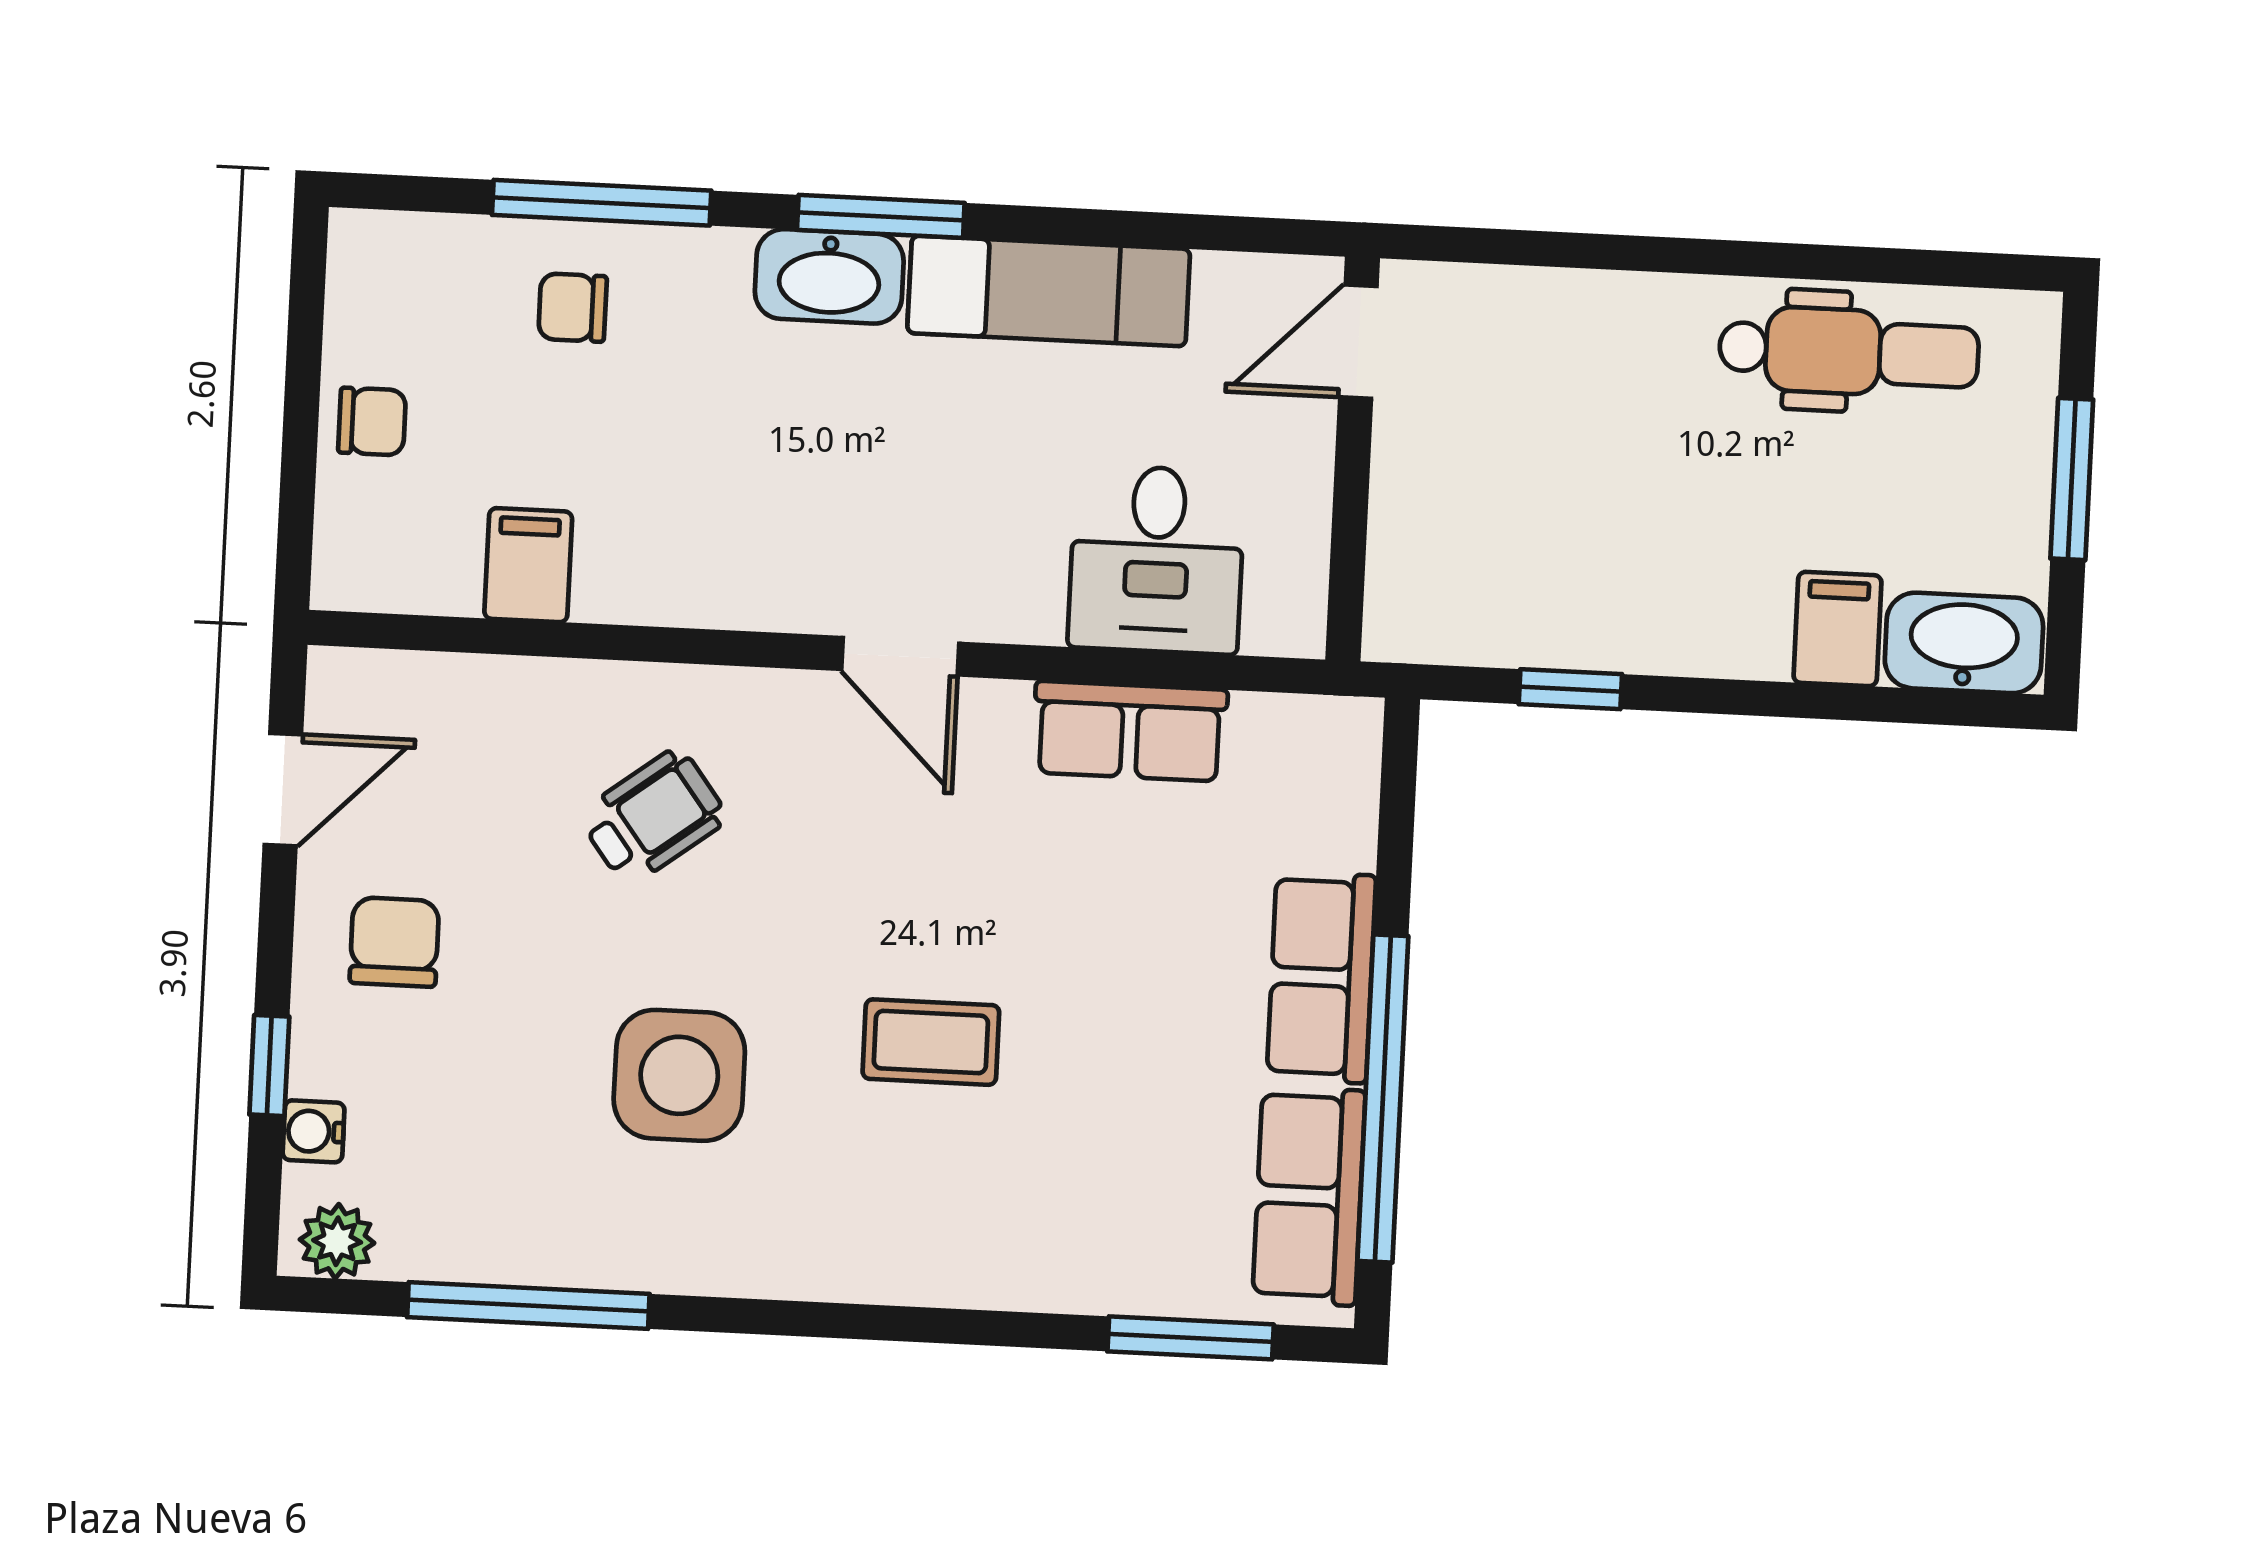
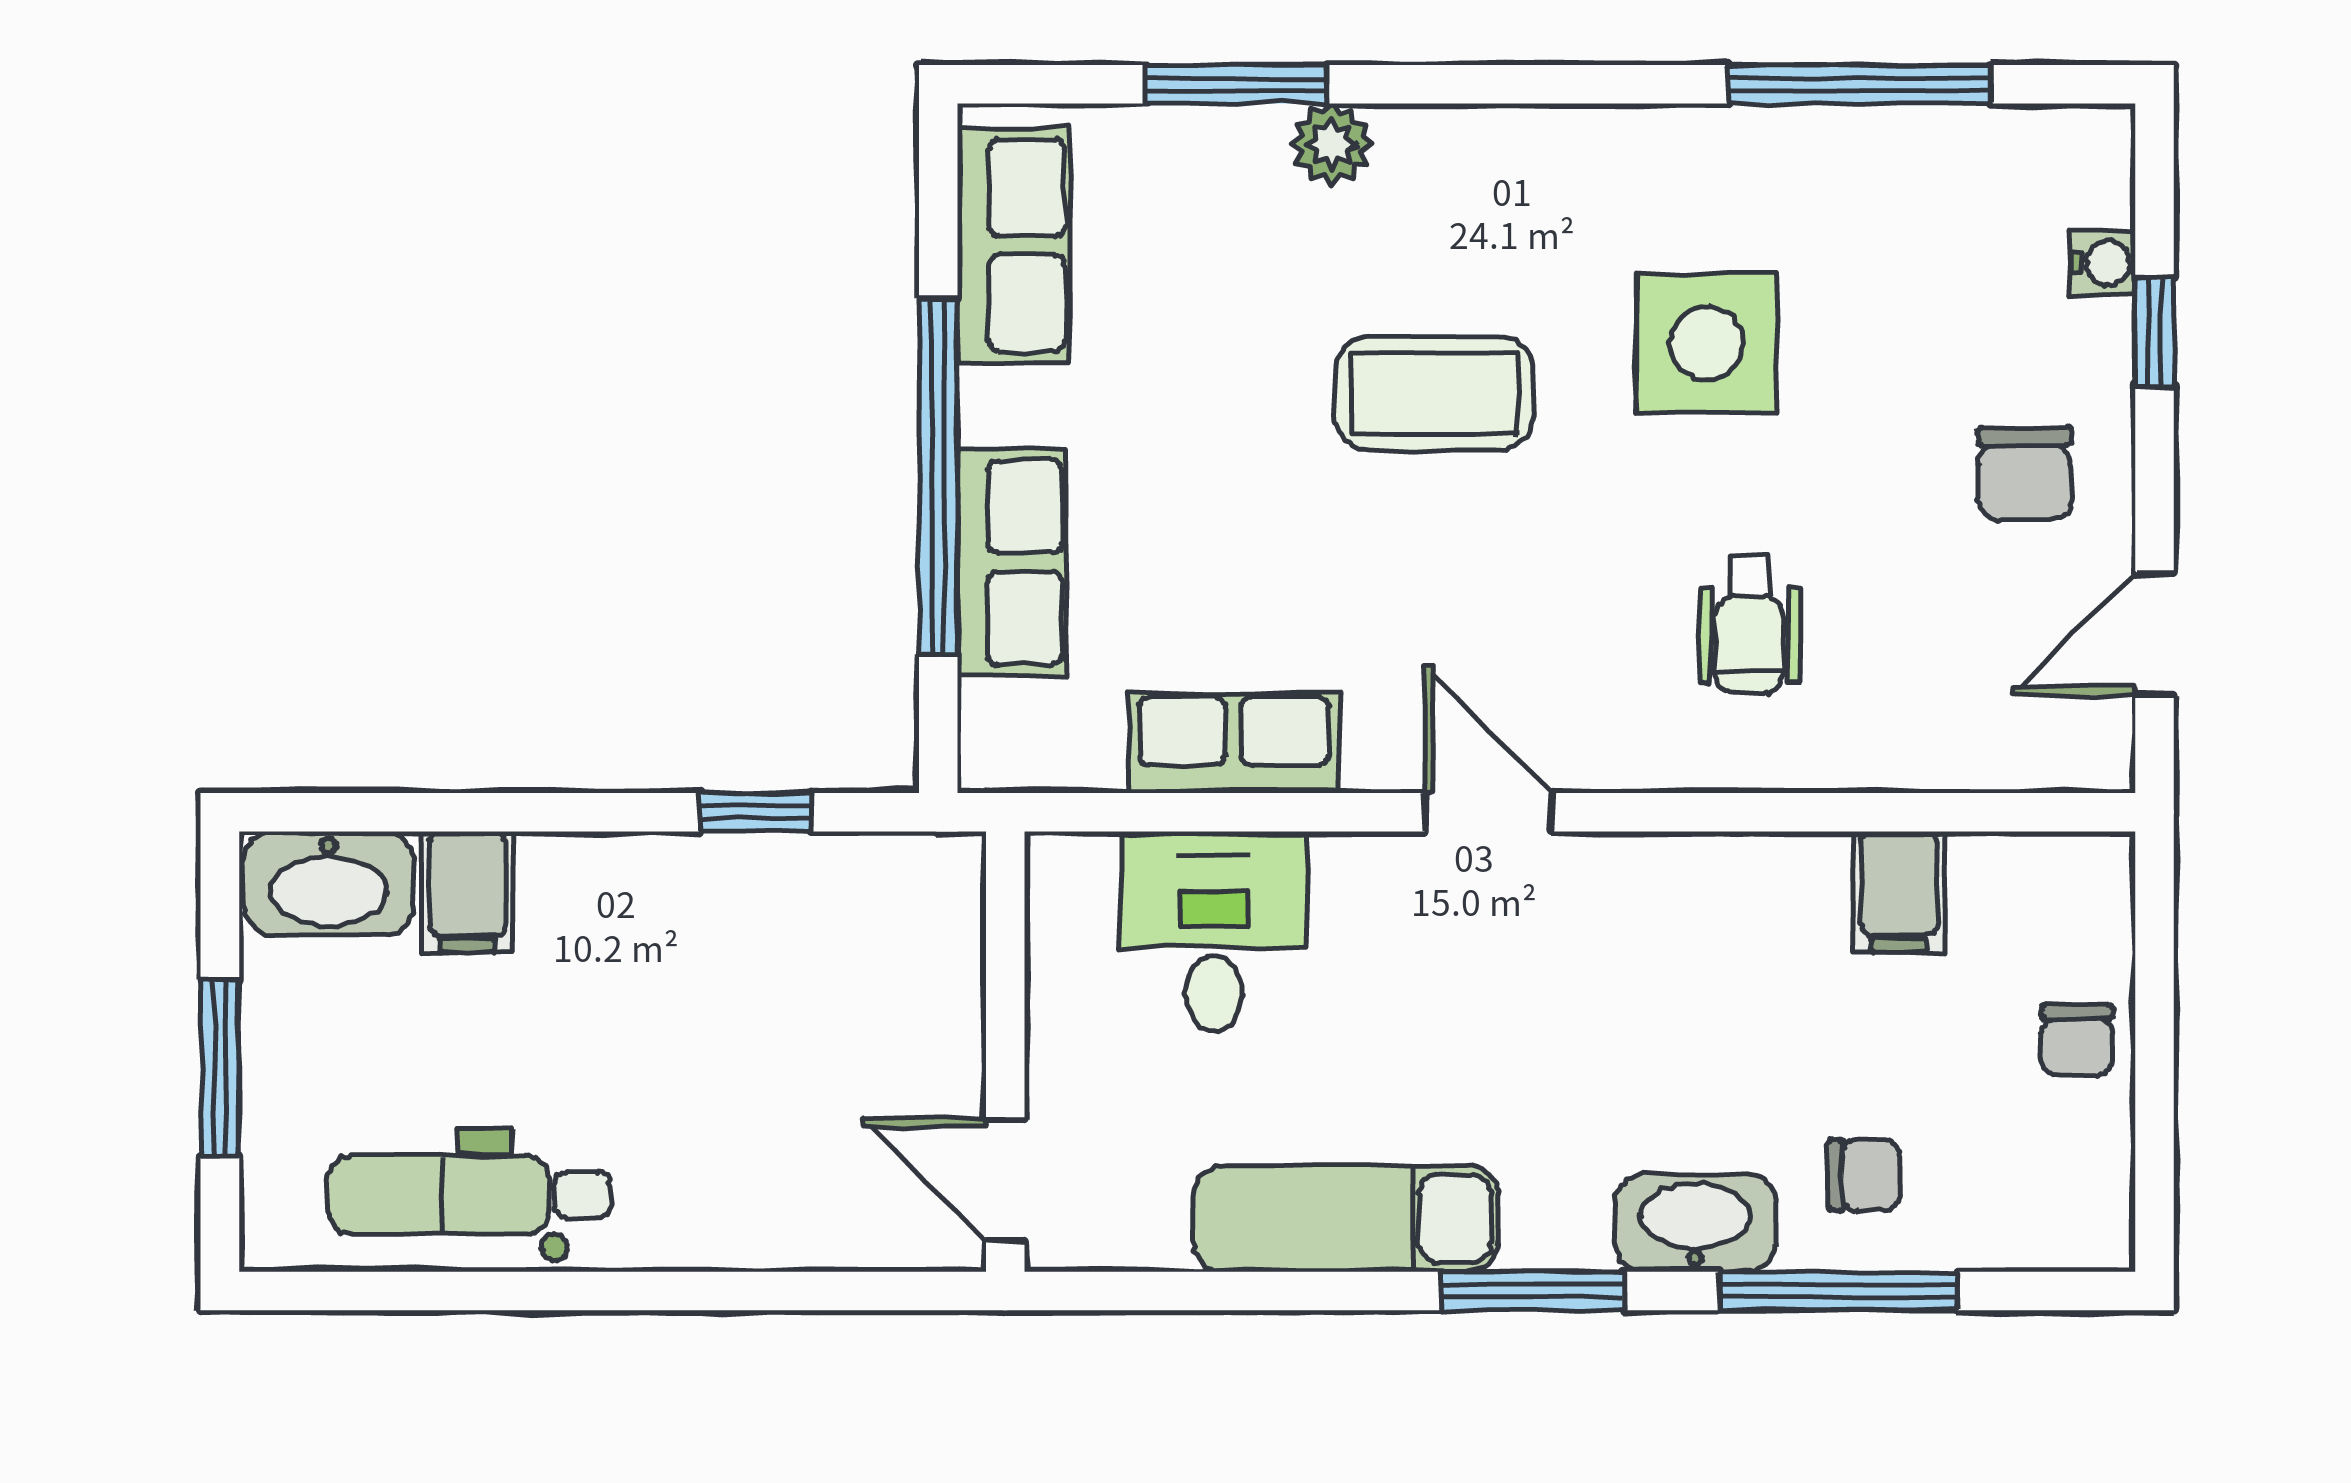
washbasin: (829, 276) -> (1695, 1223), moved
door: (1358, 342) -> (1005, 1180), swing flipped
chair: (372, 421) -> (2077, 1040), turned -90
wheelchair: (653, 817) -> (1749, 624), turned -53
row of seats: (1321, 977) -> (1012, 562), moved
coffee table: (931, 1042) -> (1434, 393), width x1.36, depth x1.30
window: (1383, 1098) -> (938, 477), moved
plant: (337, 1241) -> (1332, 144), moved
window: (1191, 1338) -> (1236, 84), moved

